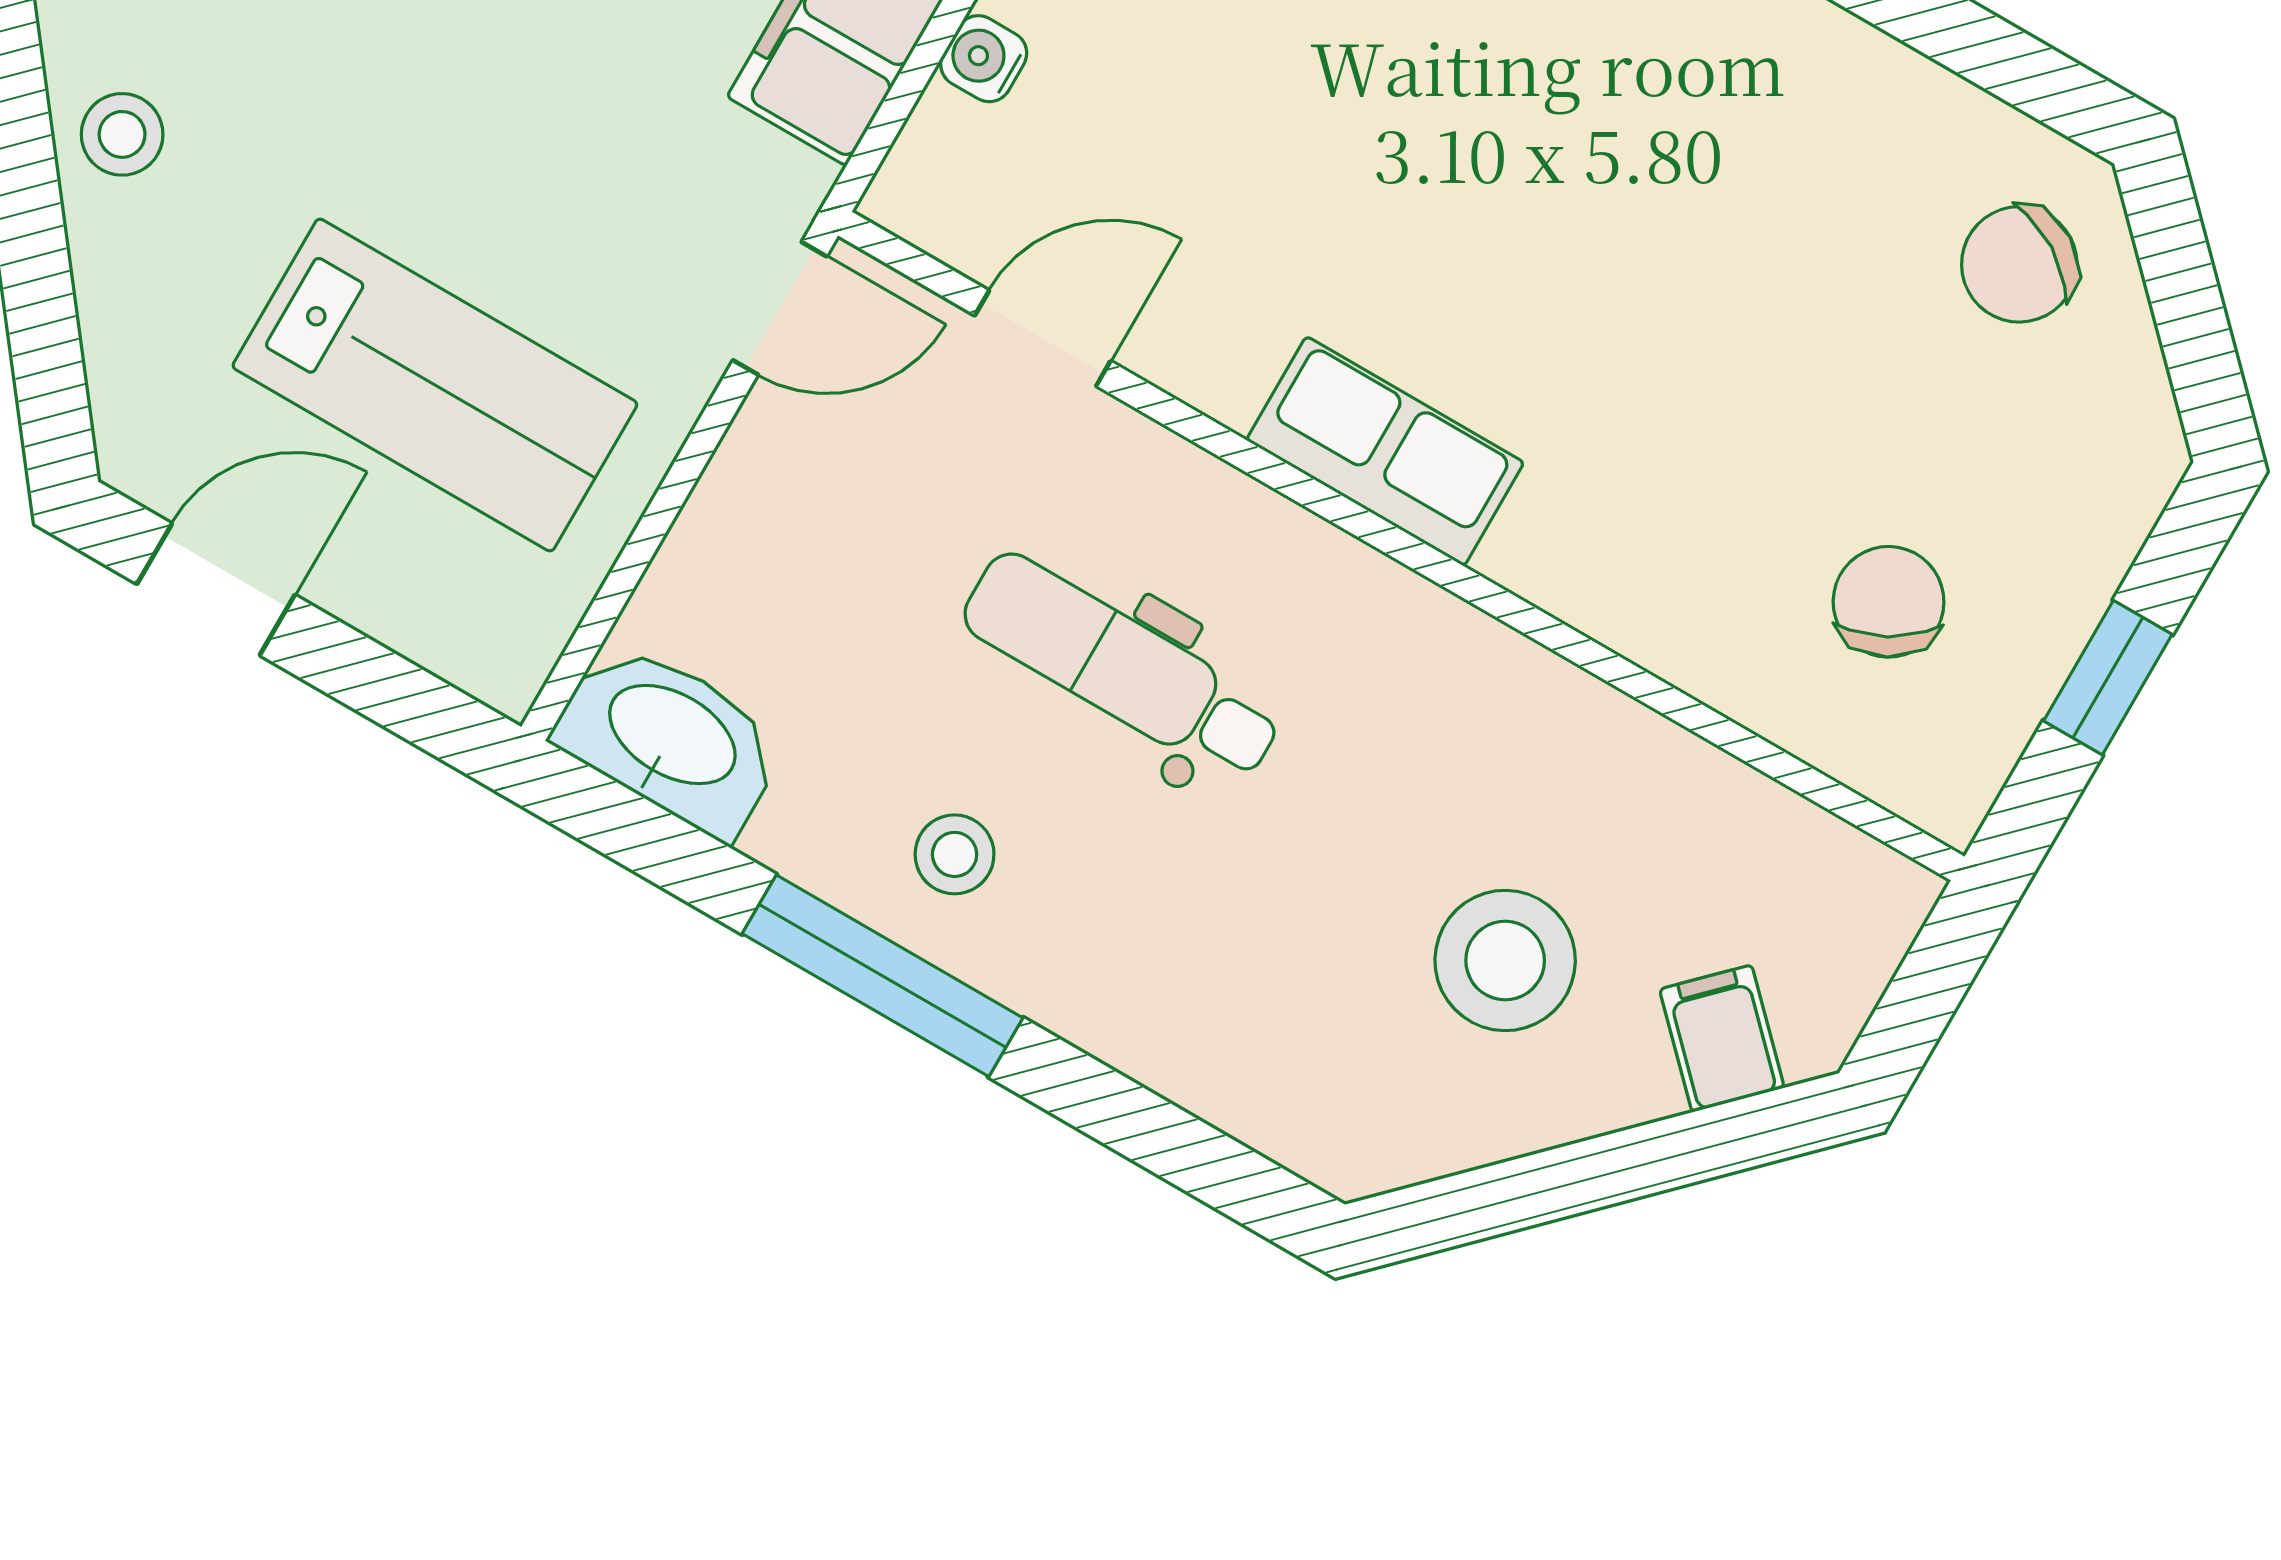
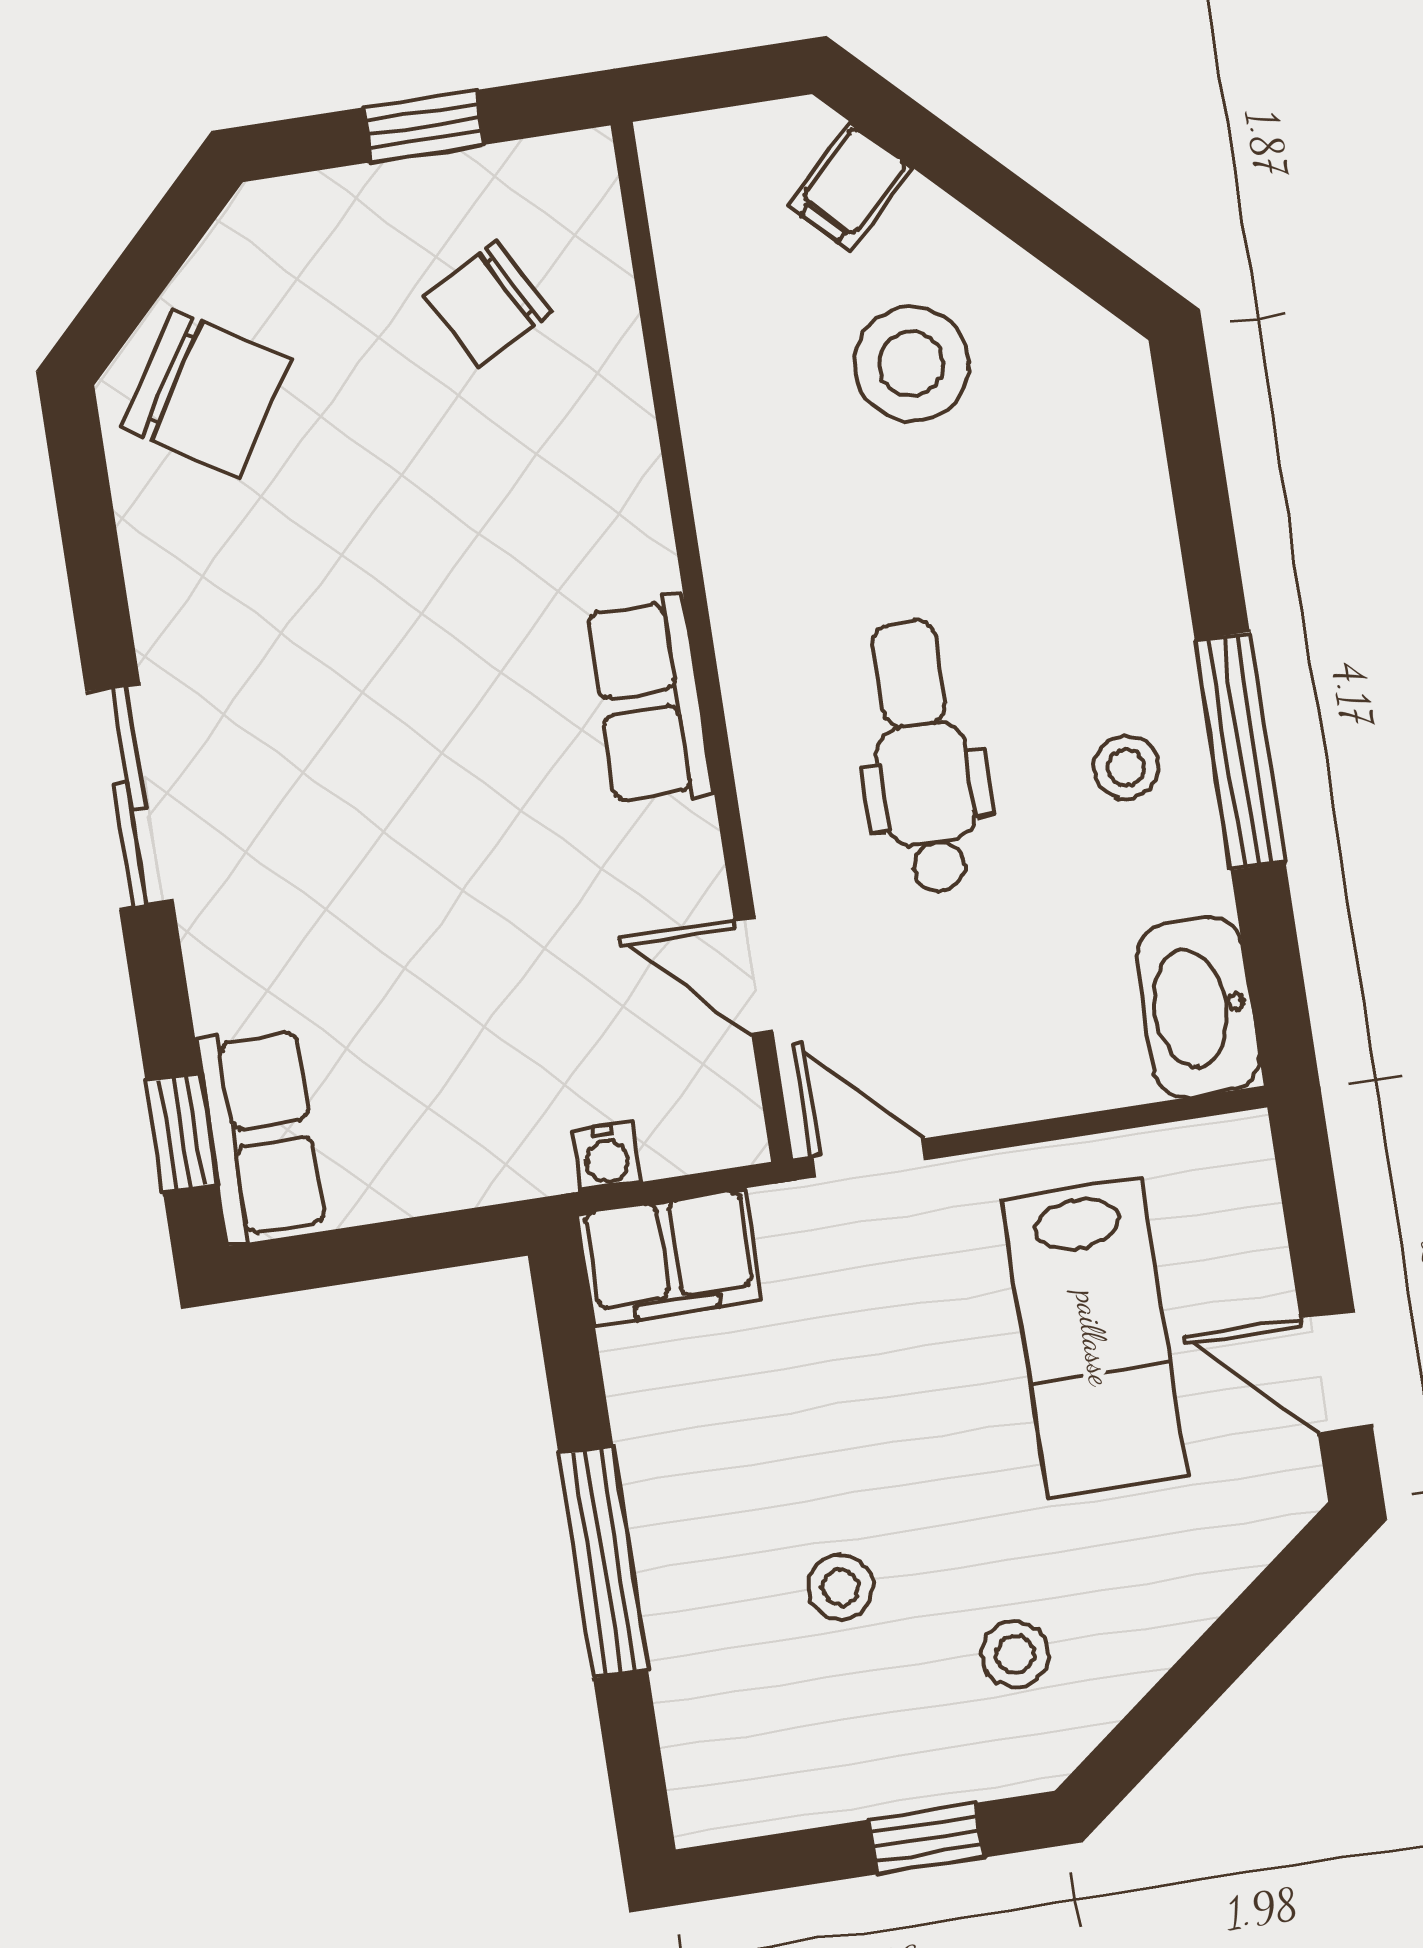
stool: (122, 134) -> (1015, 1654), moved
chair: (2019, 264) -> (207, 394), width x1.37, depth x1.37
lab bench: (435, 385) -> (1094, 1338), turned 180
dental chair: (1122, 667) -> (922, 757), turned 180

